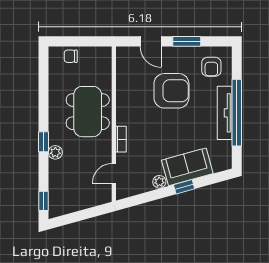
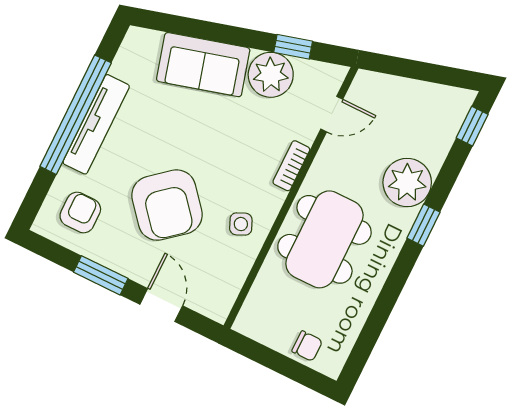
armchair: (171, 91) -> (167, 205), turned -130
side table: (131, 99) -> (241, 224), added
plant: (55, 152) -> (407, 183), width x1.87, depth x1.87
plant: (159, 182) -> (271, 75), width x1.88, depth x1.88
window: (184, 187) -> (293, 47), moved

